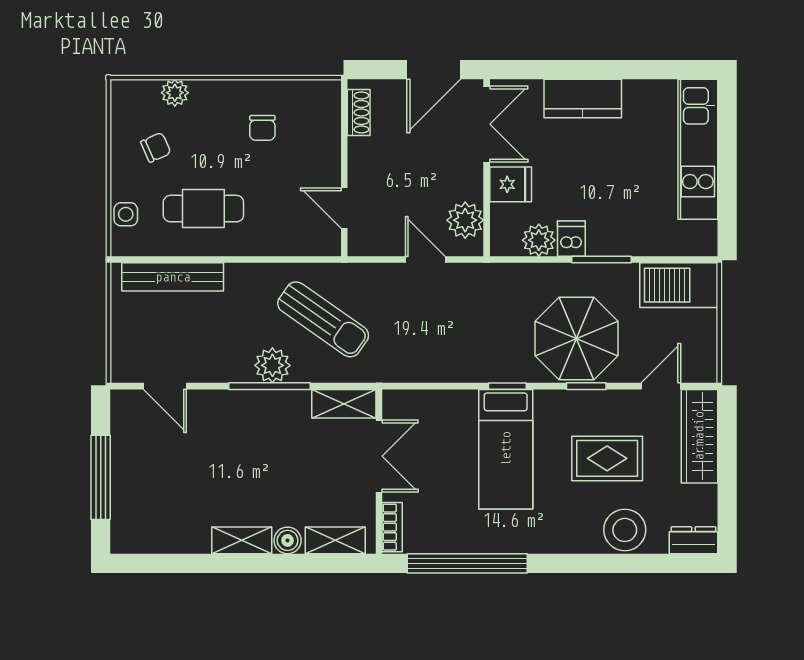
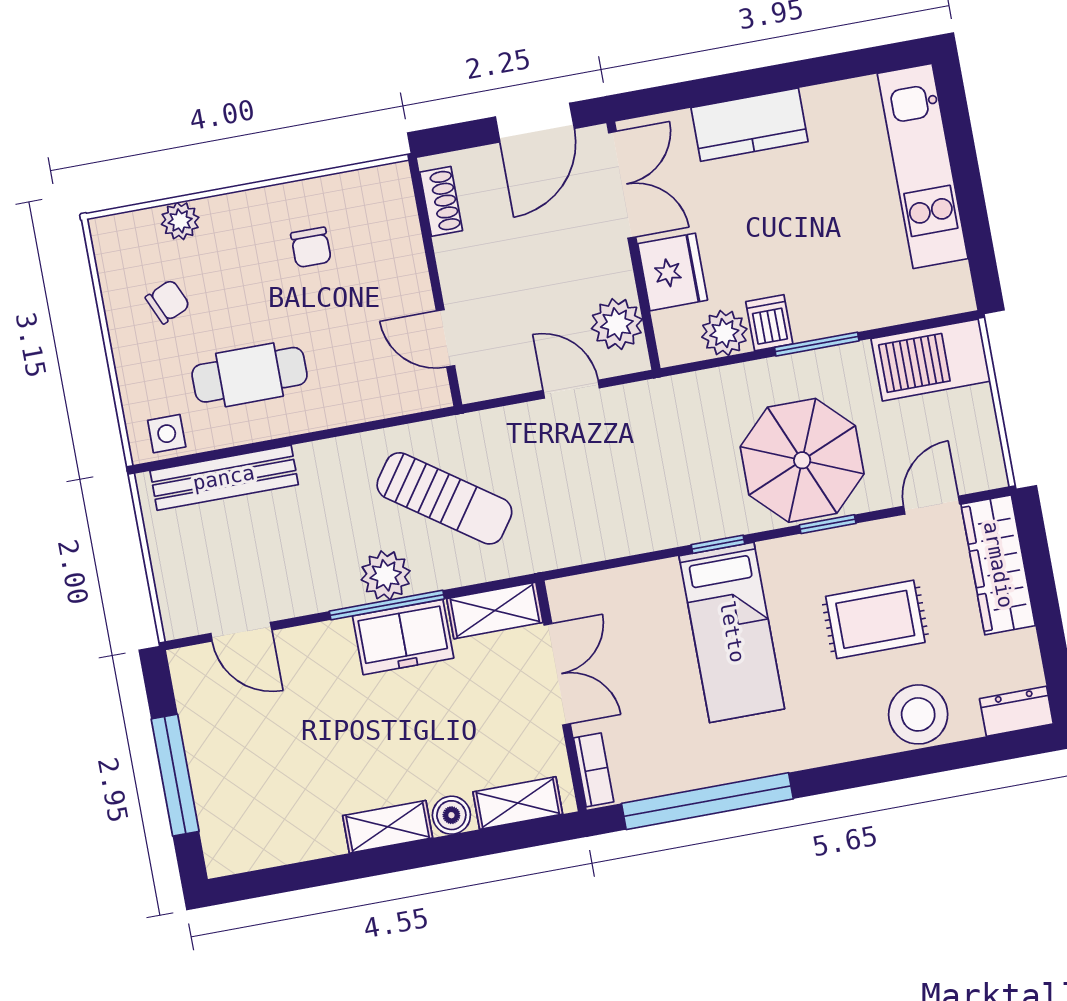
fridge: (511, 184) -> (673, 272), width x1.38
side table: (126, 214) -> (167, 434), moved
freezer: (277, 410) -> (403, 637), added

